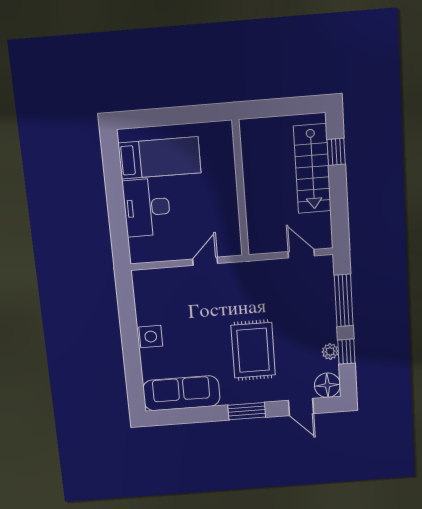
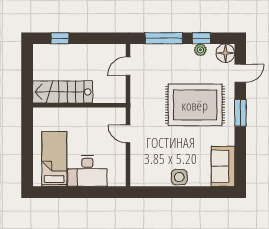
stairs: (312, 169) -> (63, 92), moved, turned 180
rug: (253, 350) -> (195, 105), width x1.37, depth x1.44
sofa: (181, 393) -> (223, 166), width x0.73

